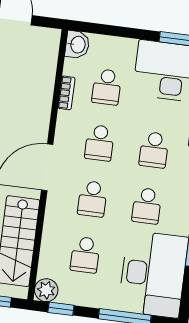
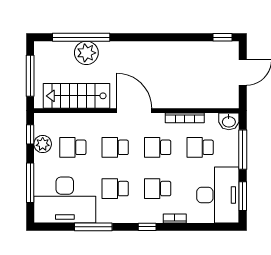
window: (117, 31) -> (243, 150), added
bookcase: (66, 93) -> (185, 118), width x1.56
plant: (46, 290) -> (43, 144), moved

